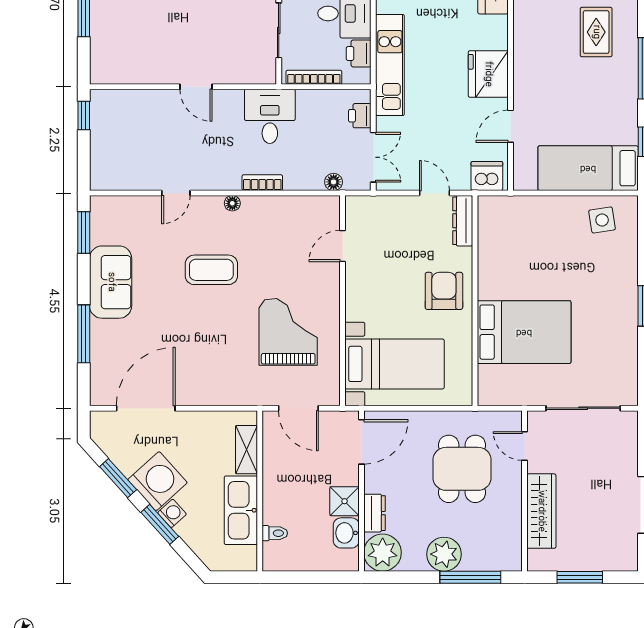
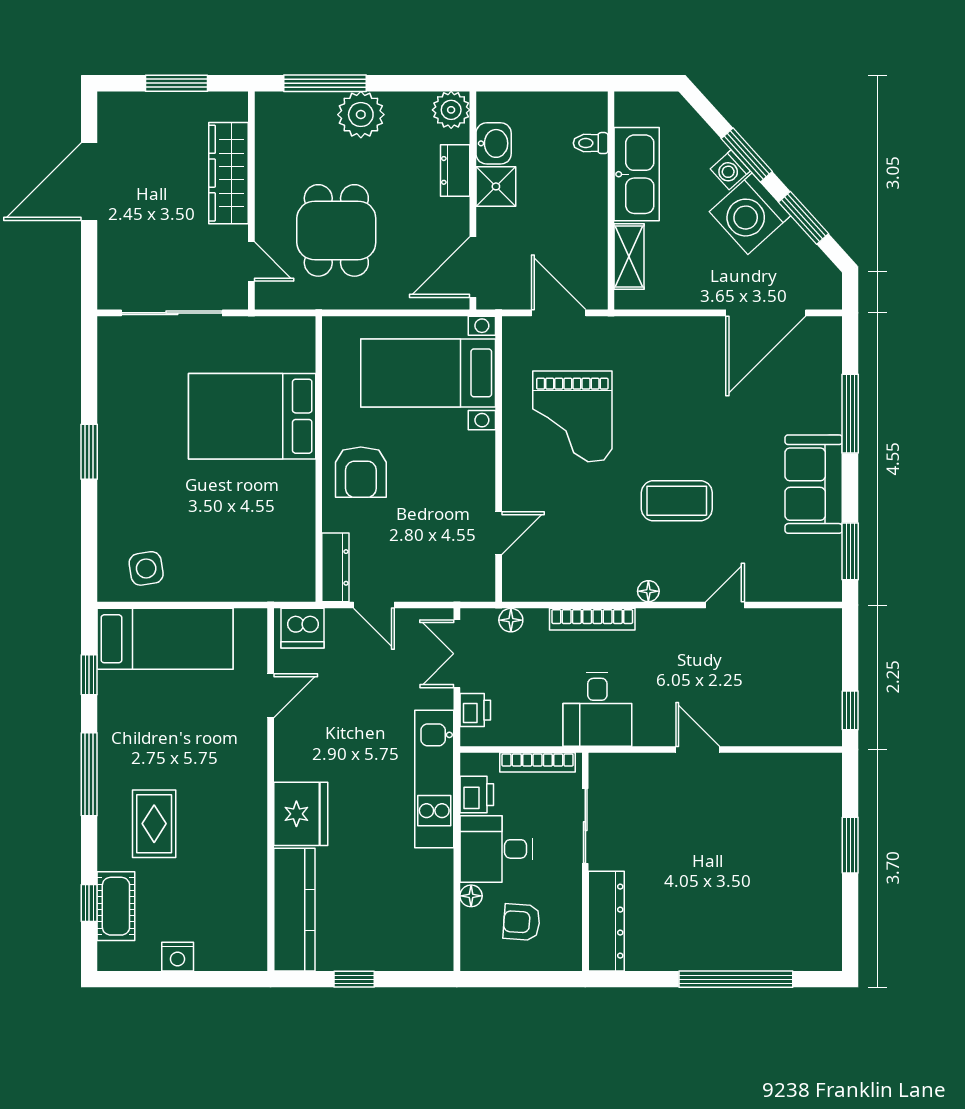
fridge: (488, 74) -> (301, 814), moved
bookcase: (262, 183) -> (592, 619), width x1.56
plant: (383, 553) -> (451, 110), width x0.73, depth x0.73

